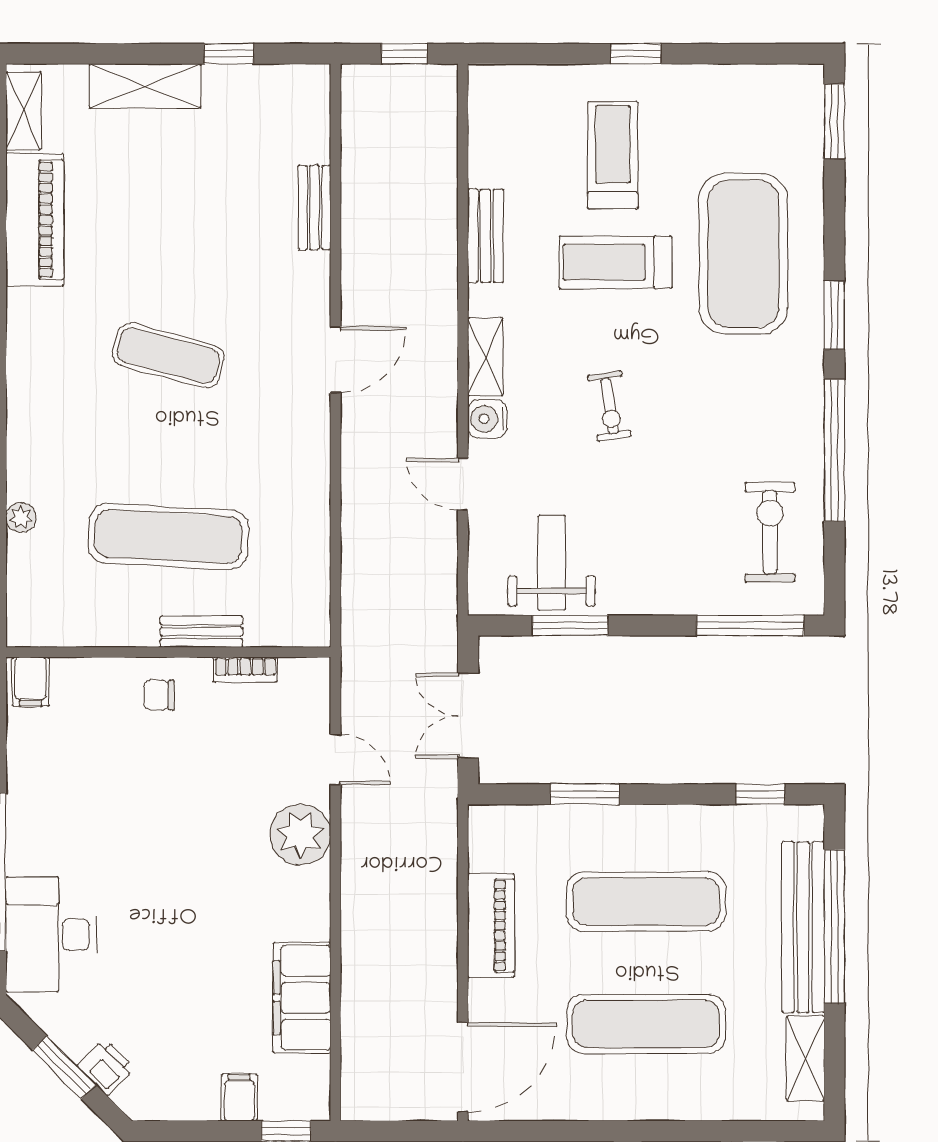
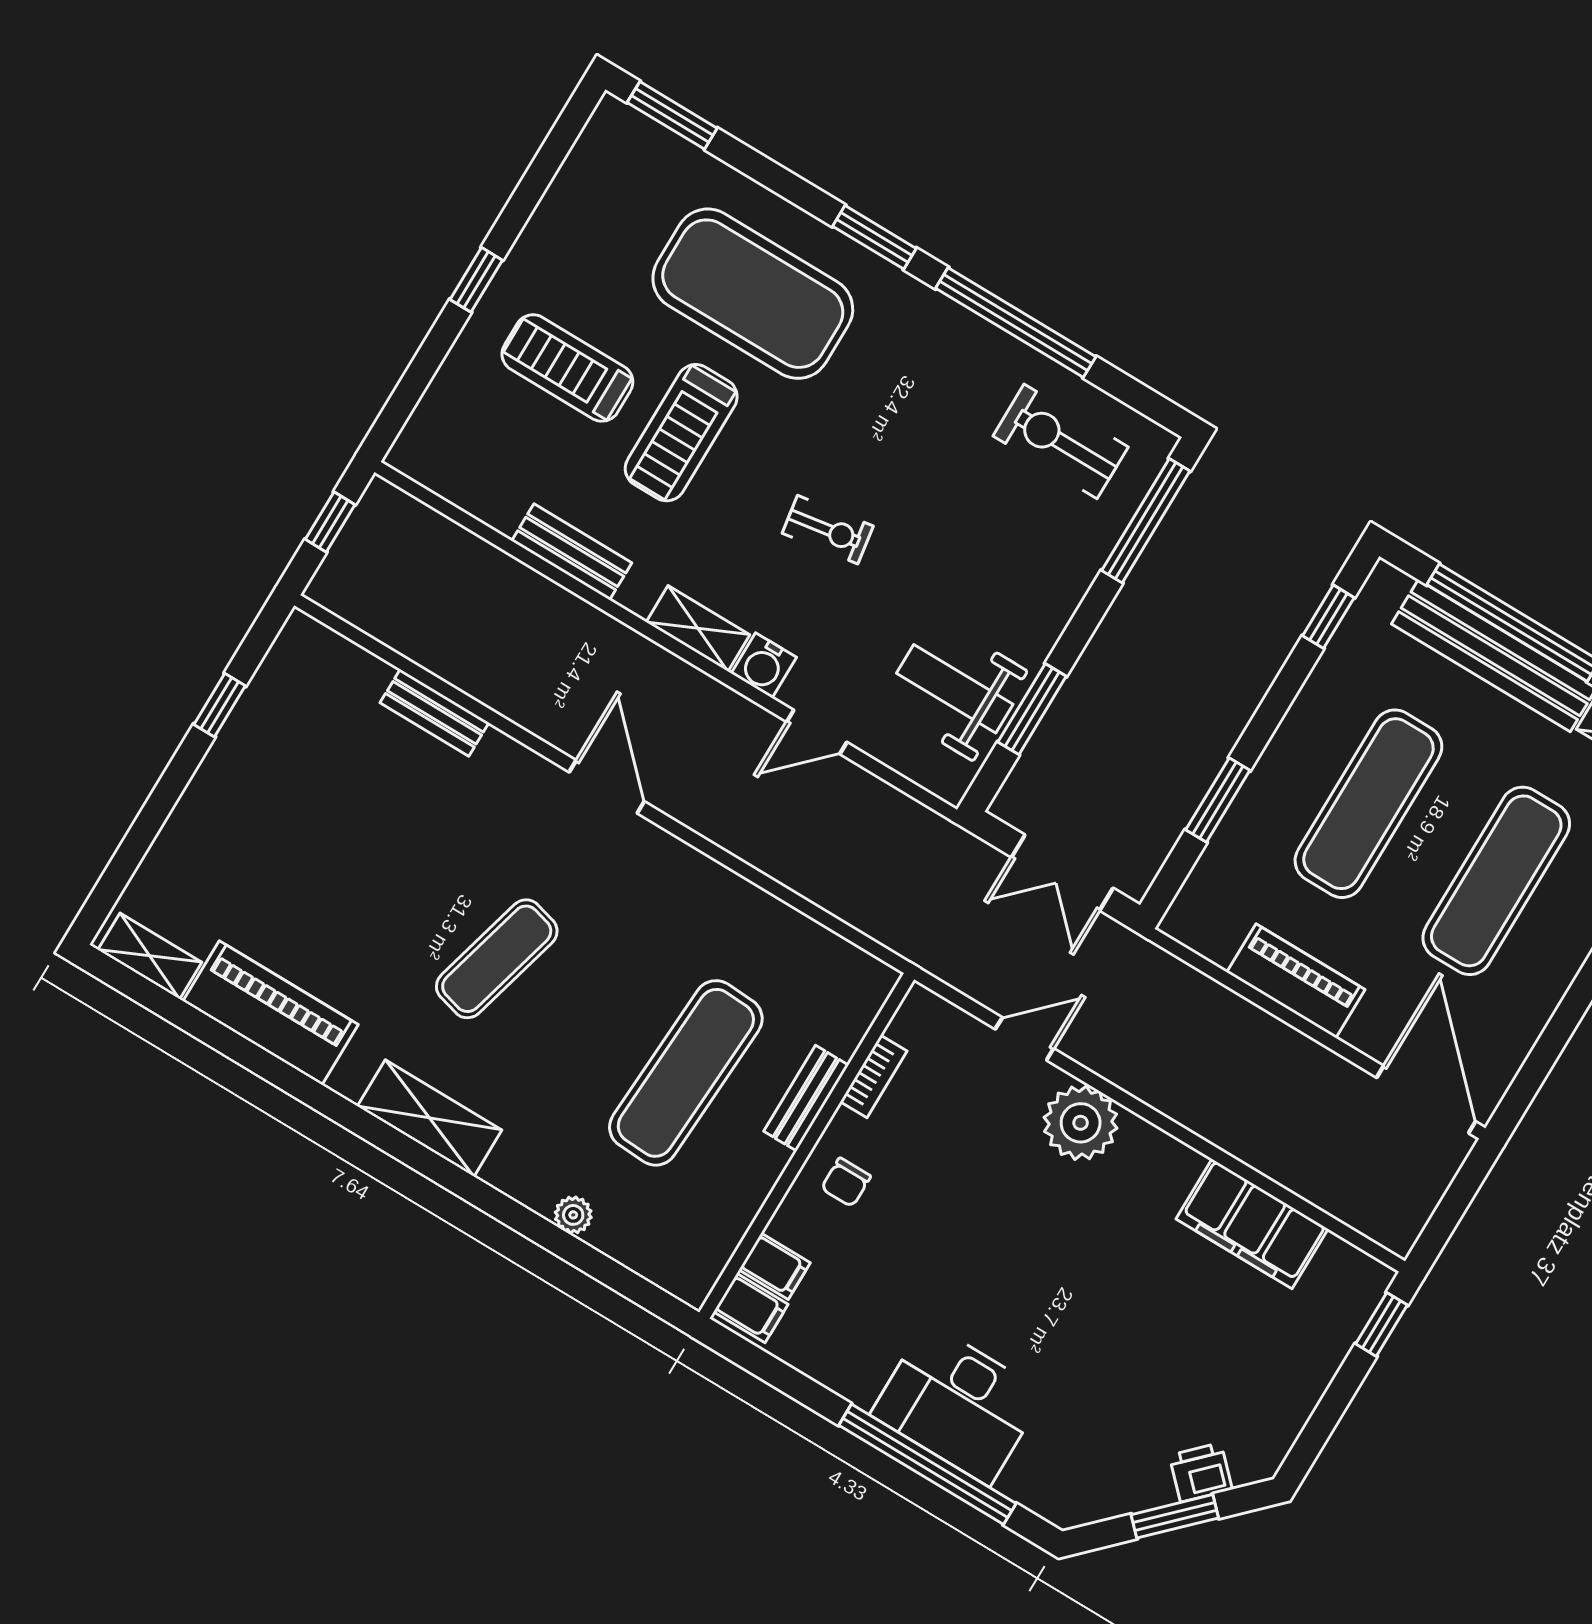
shelving: (145, 86) -> (430, 1118), moved, turned 90
desk: (51, 934) -> (958, 1404), moved
filing cabinet: (239, 1098) -> (775, 1266), moved, turned 180

